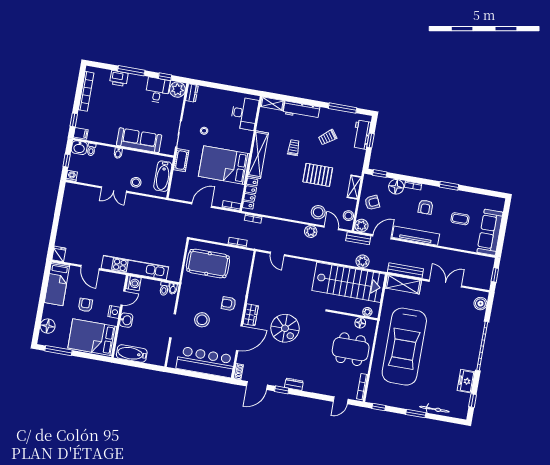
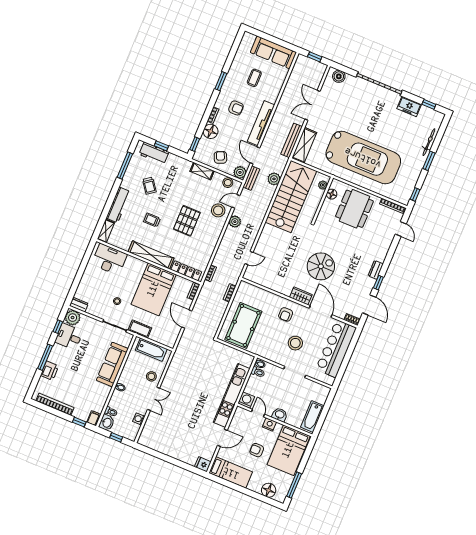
pallet: (318, 175) -> (187, 221), moved
washing machine: (72, 176) -> (139, 419), moved

